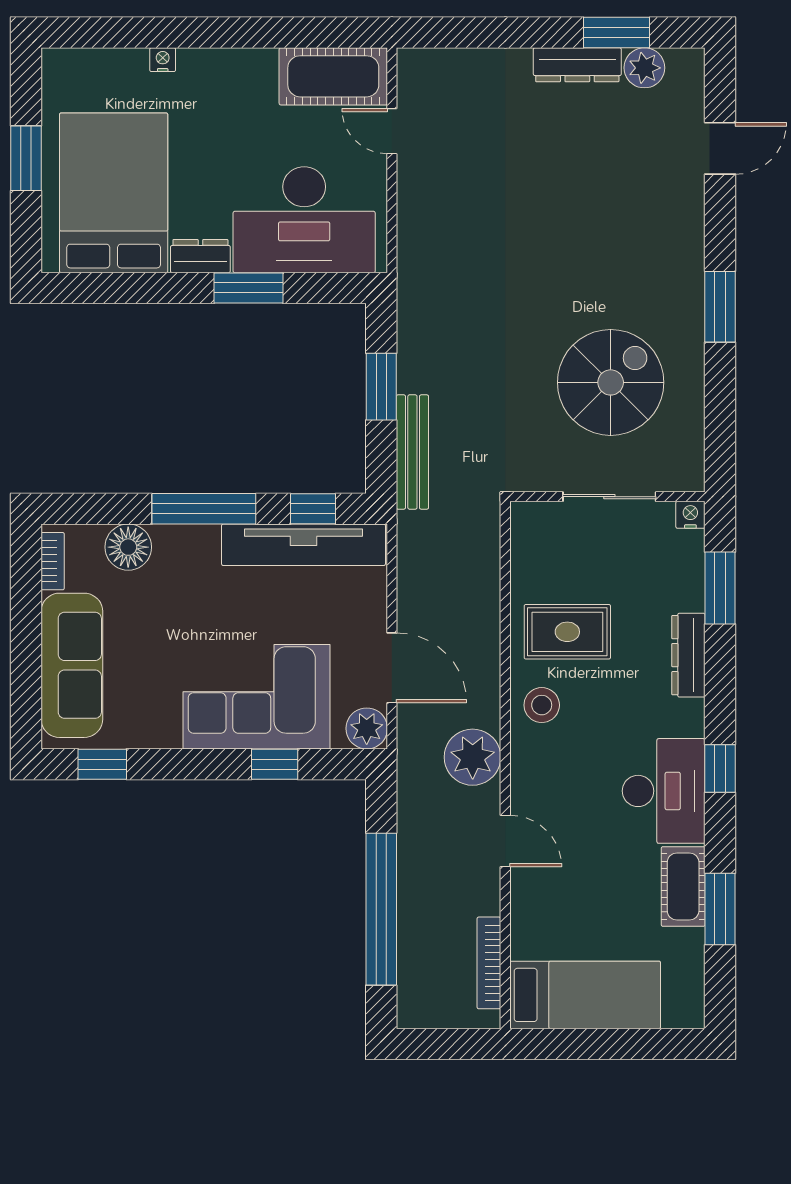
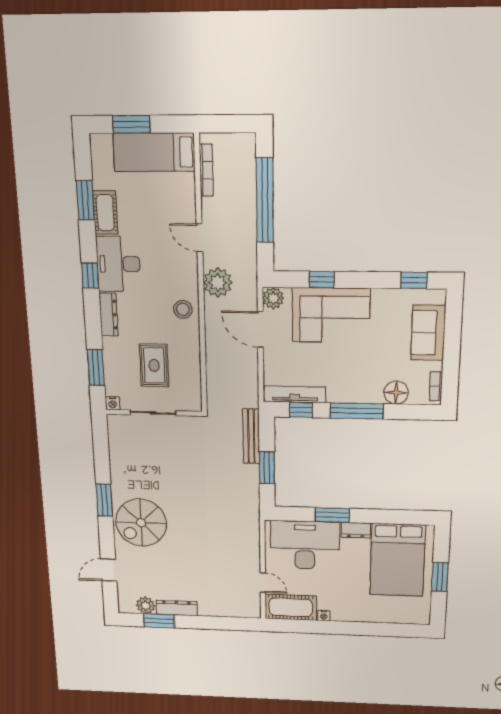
nightstand: (163, 60) -> (324, 616), moved
spiral stairs: (611, 382) -> (141, 523), moved
tv unit: (304, 545) -> (295, 394), width x0.73, depth x0.78
rug: (567, 632) -> (154, 365), moved, turned 90
dresser: (688, 655) -> (108, 315), moved
sofa: (72, 665) -> (428, 333), width x0.73
window: (625, 1044) -> (131, 124), added

